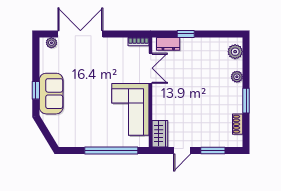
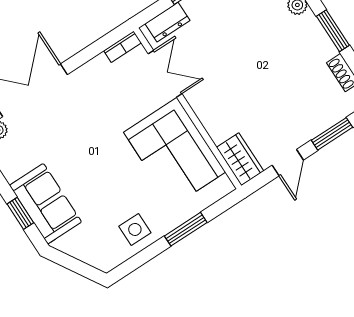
side table: (87, 134) -> (135, 229), added
window: (111, 150) -> (186, 229), width x0.47

